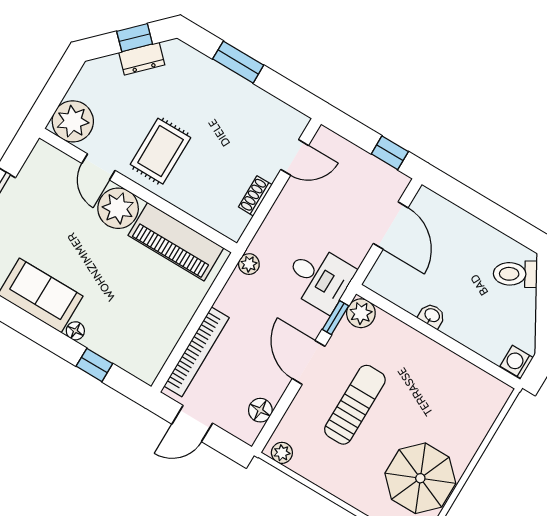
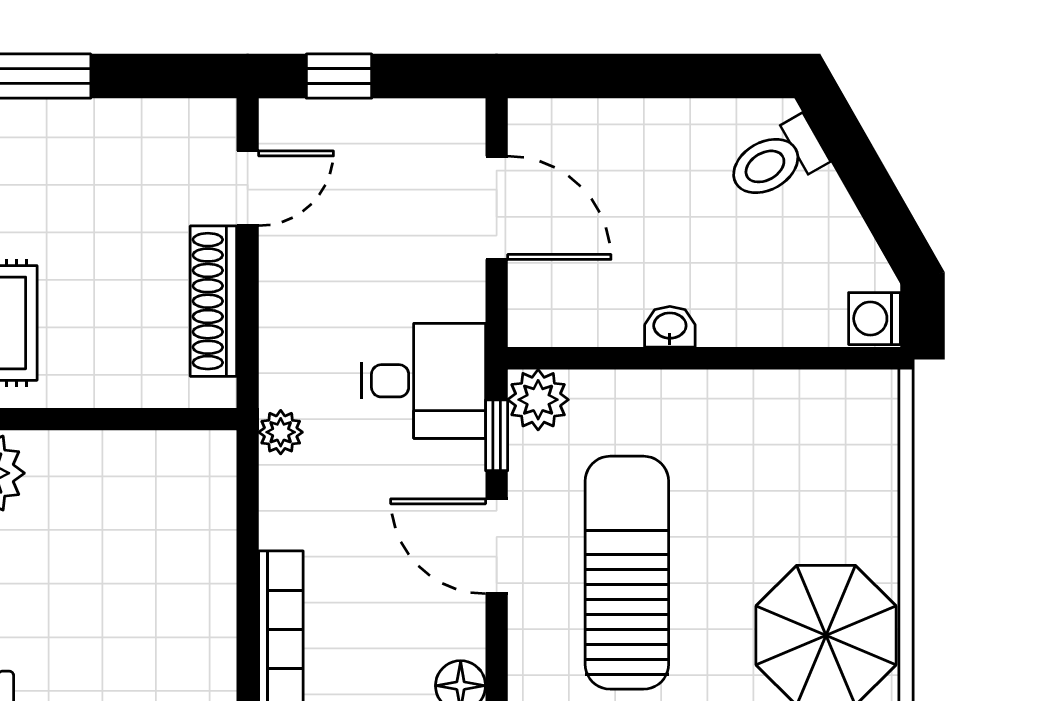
window: (390, 153) -> (339, 76), moved
shoe rack: (255, 196) -> (213, 301), width x1.94, depth x1.24
piano: (176, 242) -> (123, 471), removed
sun lounger: (355, 405) -> (627, 573), width x1.36, depth x1.34

